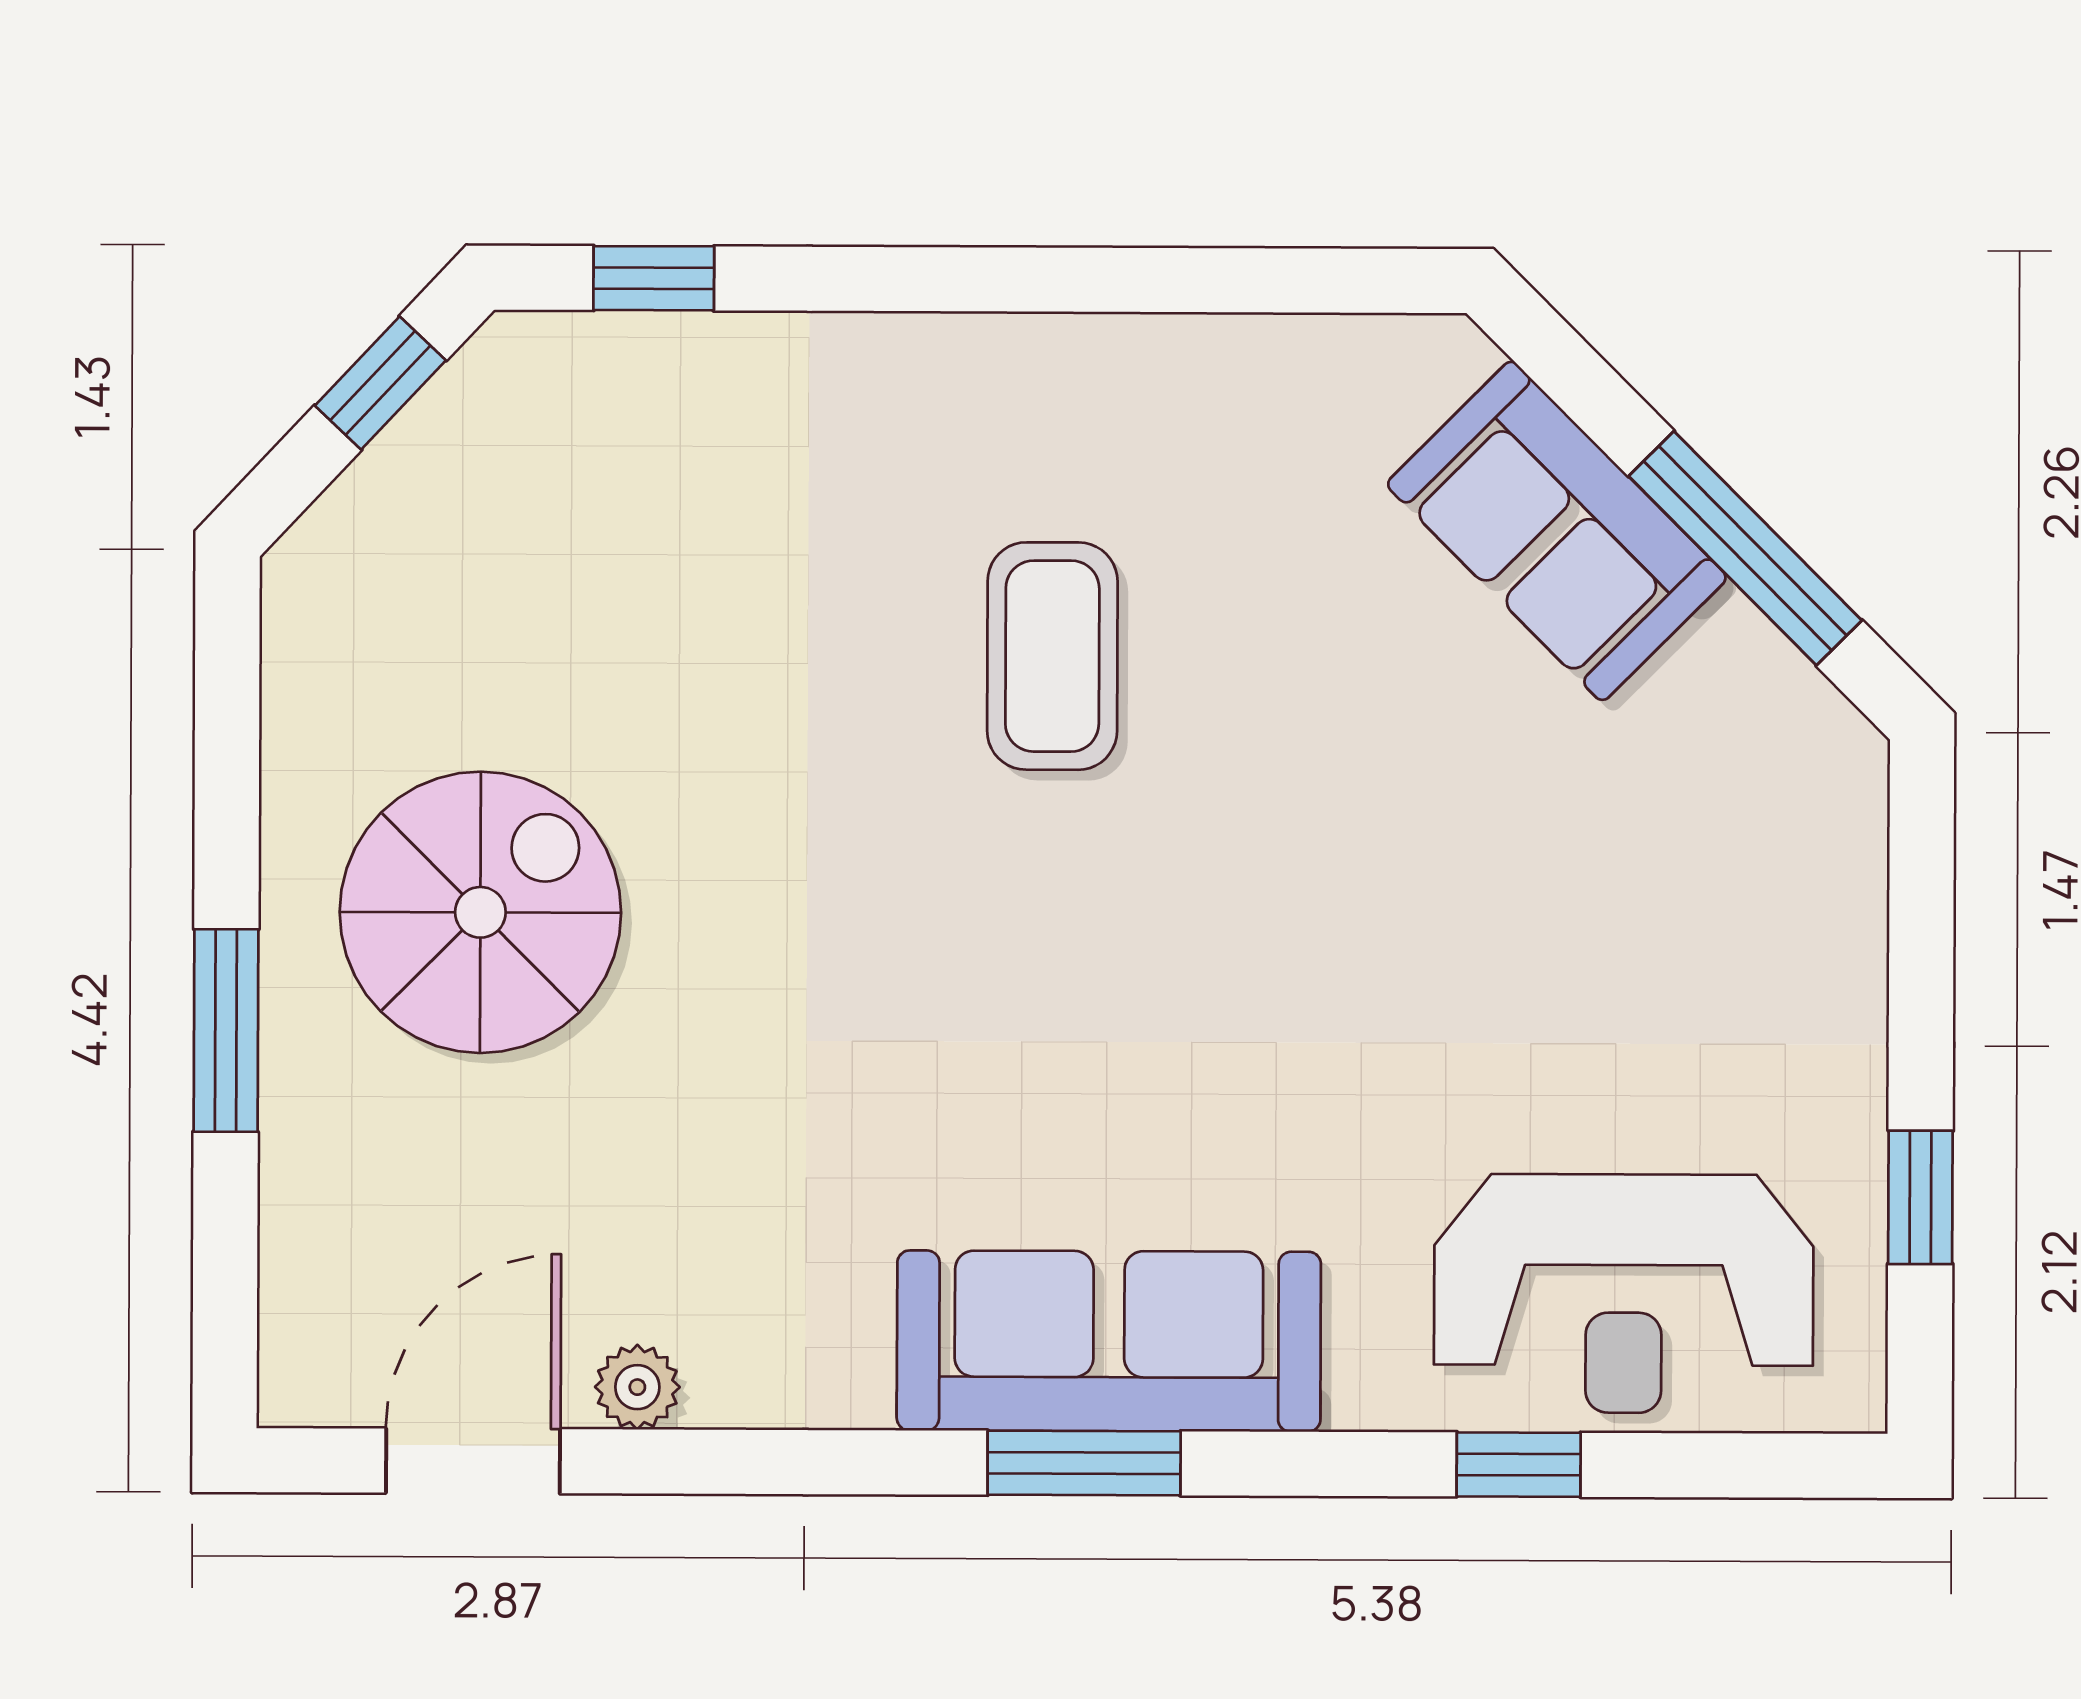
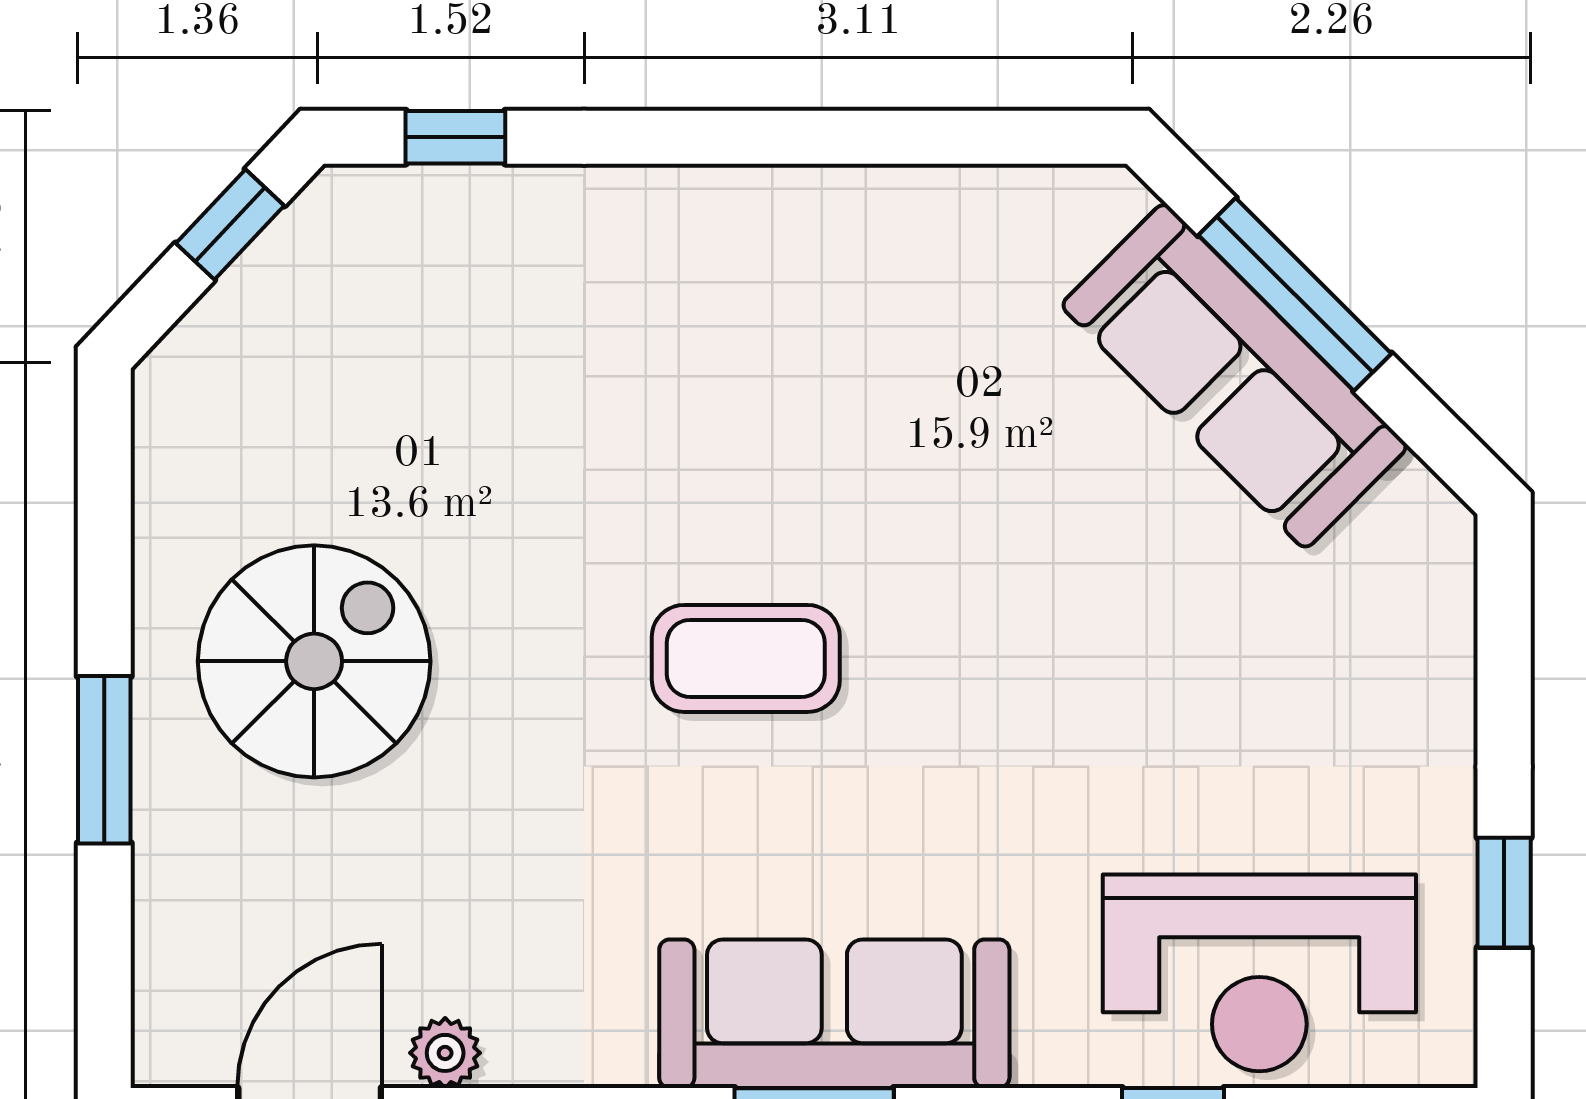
sofa: (1557, 531) -> (1234, 376), width x1.36
window: (1745, 548) -> (1295, 294), moved
coffee table: (1052, 656) -> (746, 658), moved, turned 90

